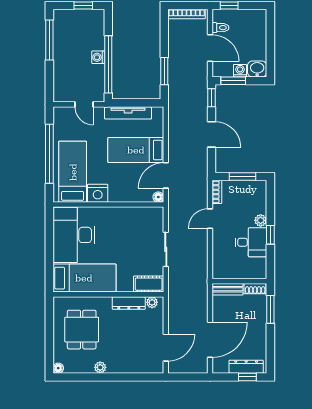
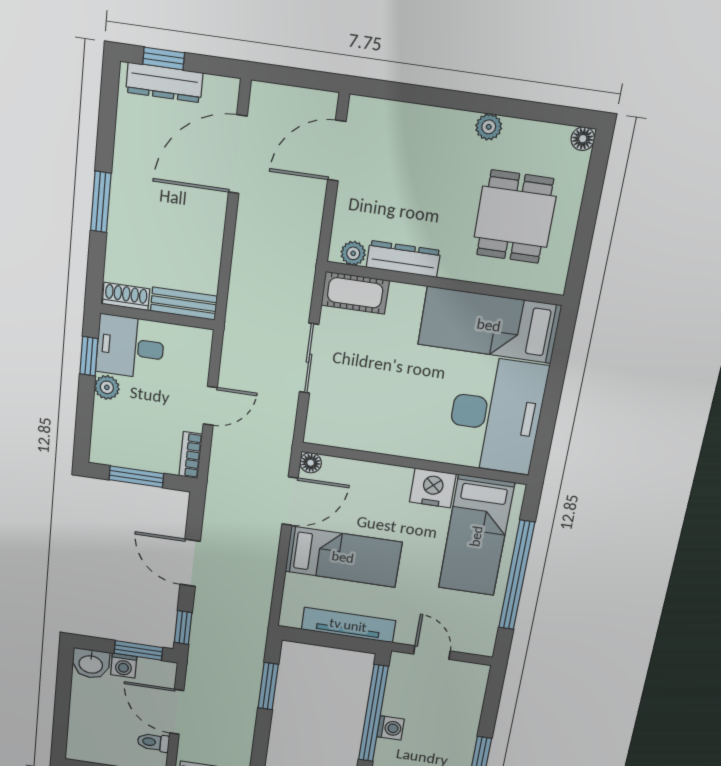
wall: (239, 281) -> (157, 317), moved
bench: (228, 289) -> (184, 304), moved
shoe rack: (255, 289) -> (126, 296), moved

